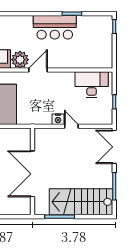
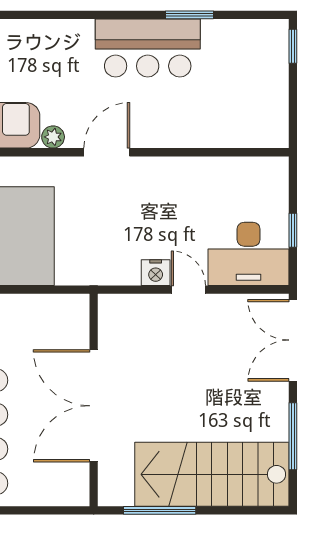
plant: (20, 60) -> (53, 137), width x0.53, depth x0.53
desk: (92, 85) -> (249, 254), moved, turned 180

